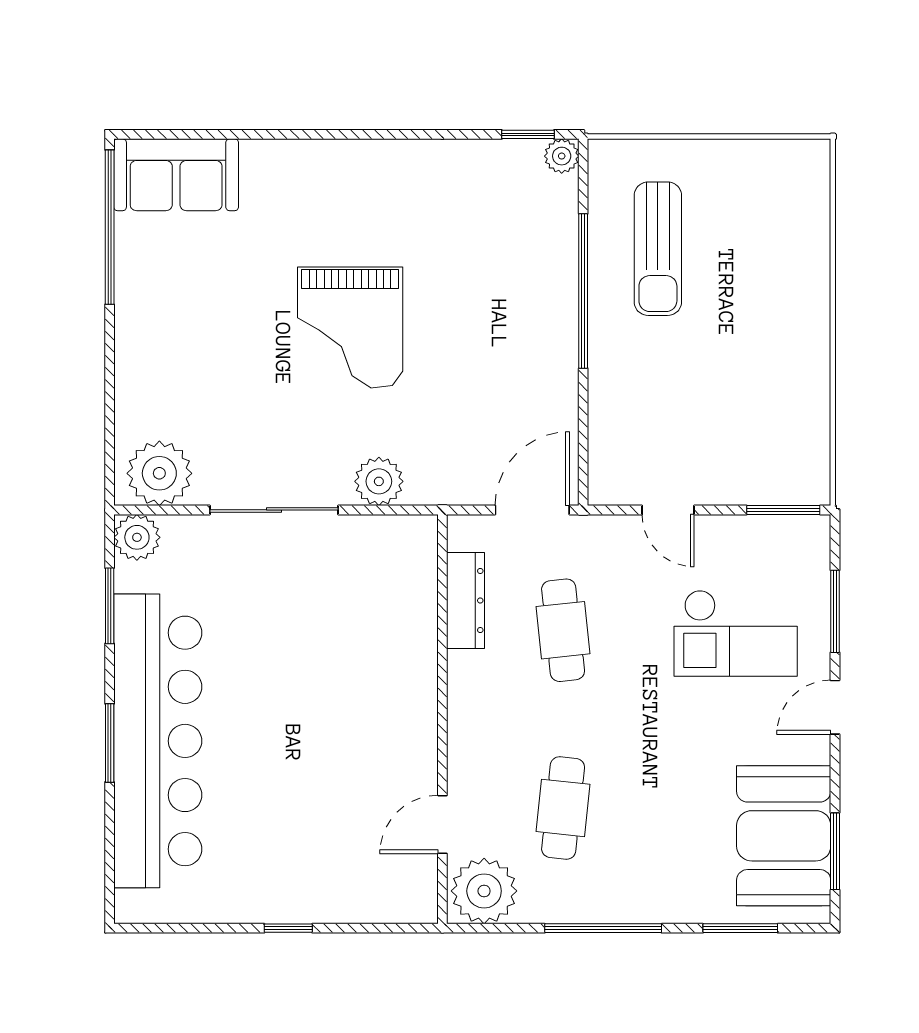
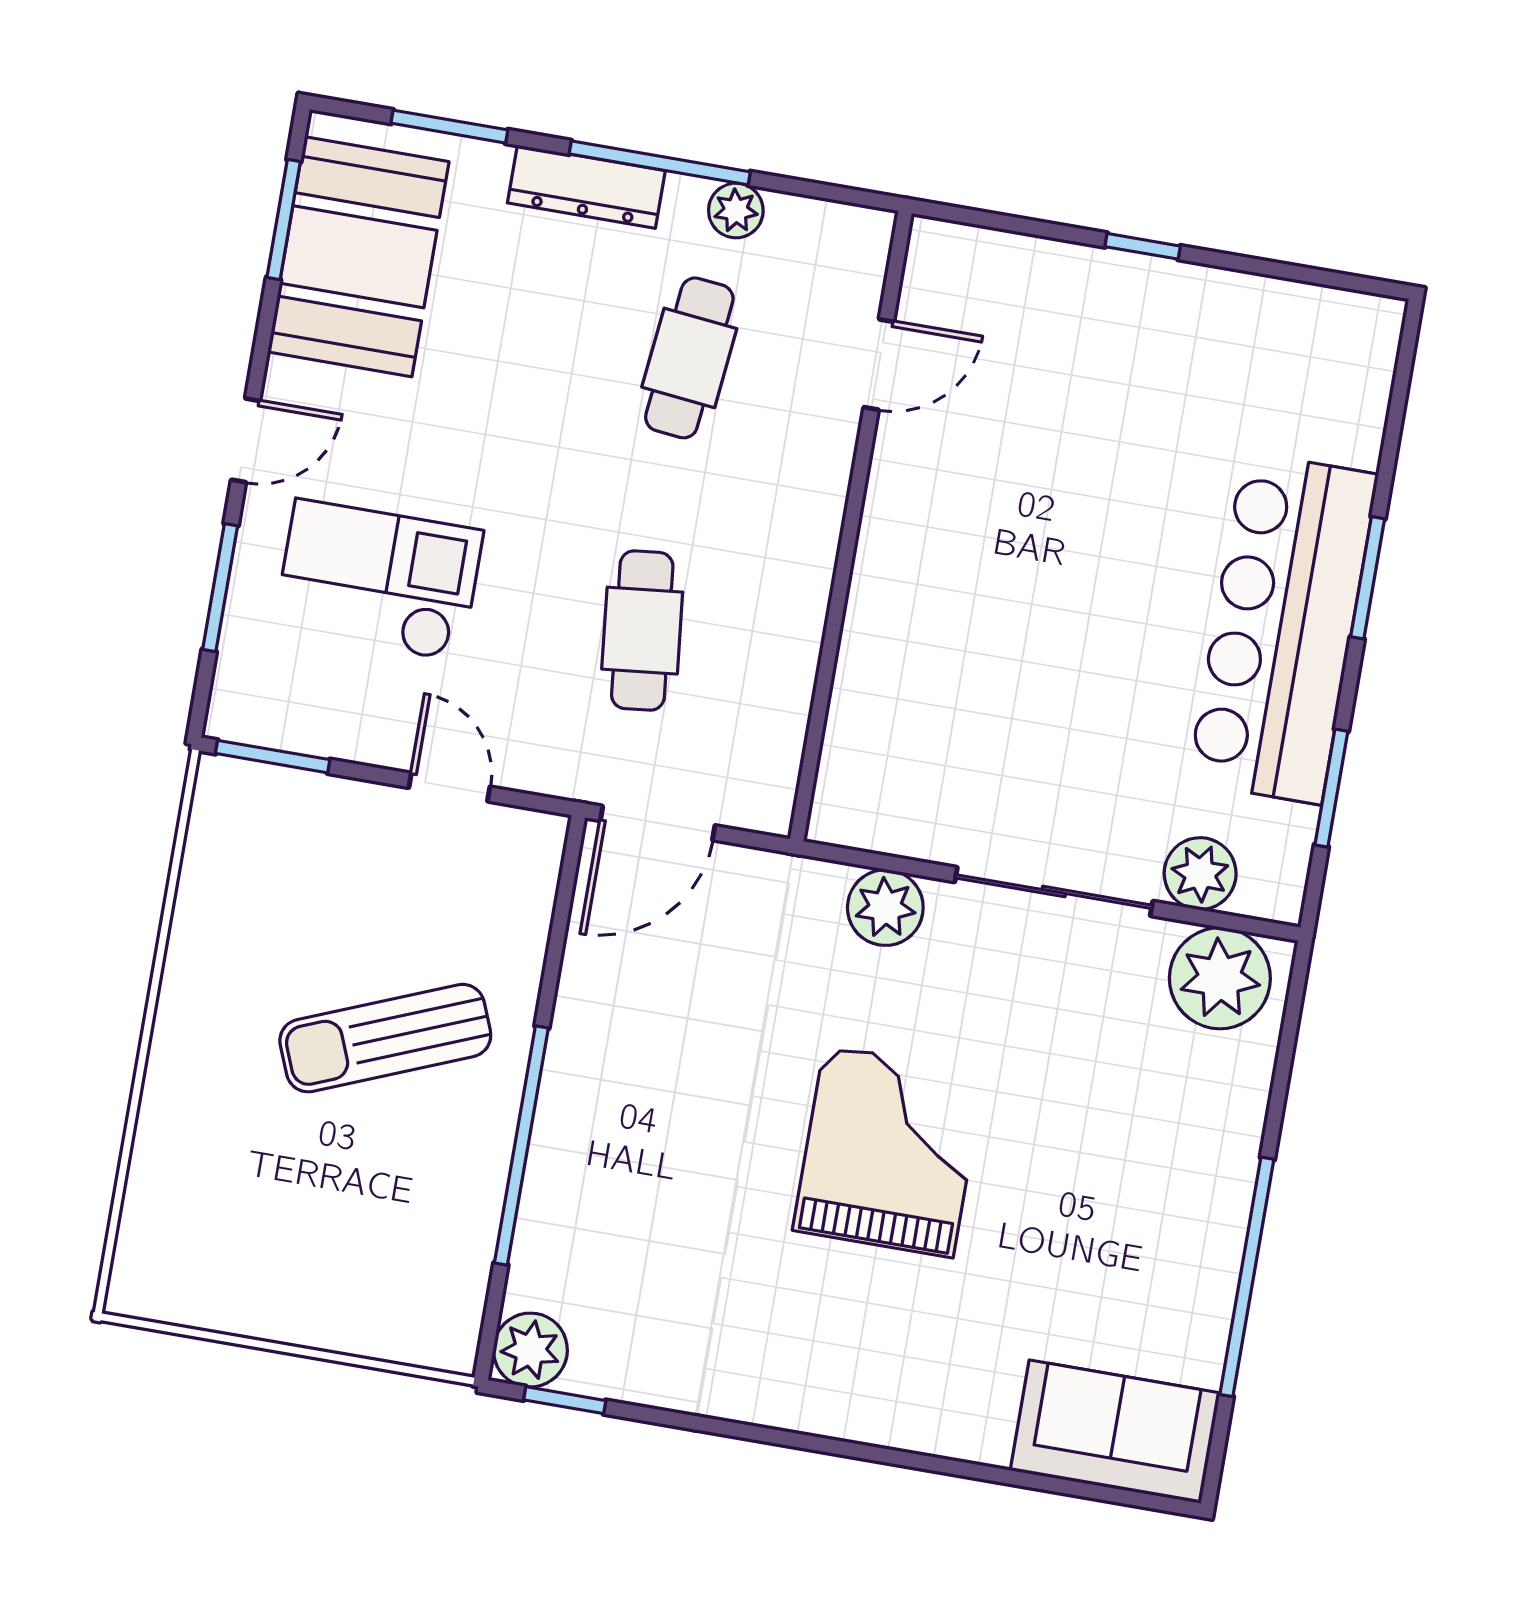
plant: (562, 156) -> (530, 1350), width x1.38, depth x1.38
window: (110, 227) -> (1247, 1277), moved
sun lounger: (658, 249) -> (385, 1038), moved, turned -112
plant: (137, 537) -> (1200, 874), moved
dresser: (466, 601) -> (586, 187), moved, turned -90
bar counter: (158, 741) -> (1283, 628), width x0.73
plant: (484, 891) -> (736, 211), moved, width x0.53, depth x0.53

